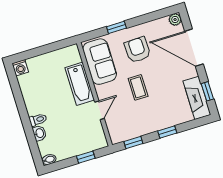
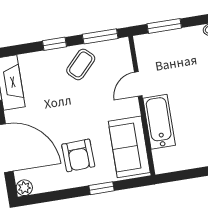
coffee table: (138, 87) -> (81, 64), moved, turned 44
window: (133, 142) -> (100, 36), width x1.50
window: (86, 157) -> (164, 26), width x1.50

